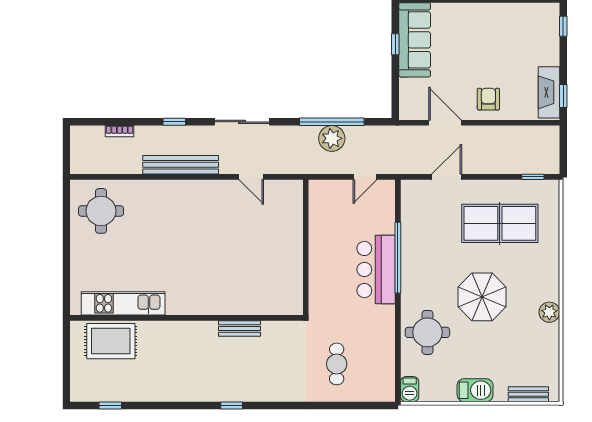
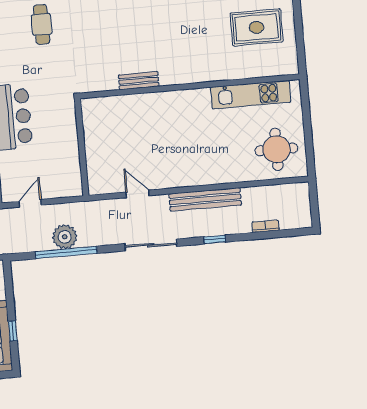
kitchen unit: (123, 303) -> (251, 95), moved
wall: (187, 318) -> (190, 86), moved
bench: (240, 329) -> (139, 81), moved

